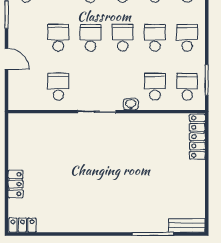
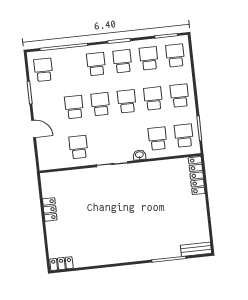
locker: (16, 184) -> (50, 209), moved

